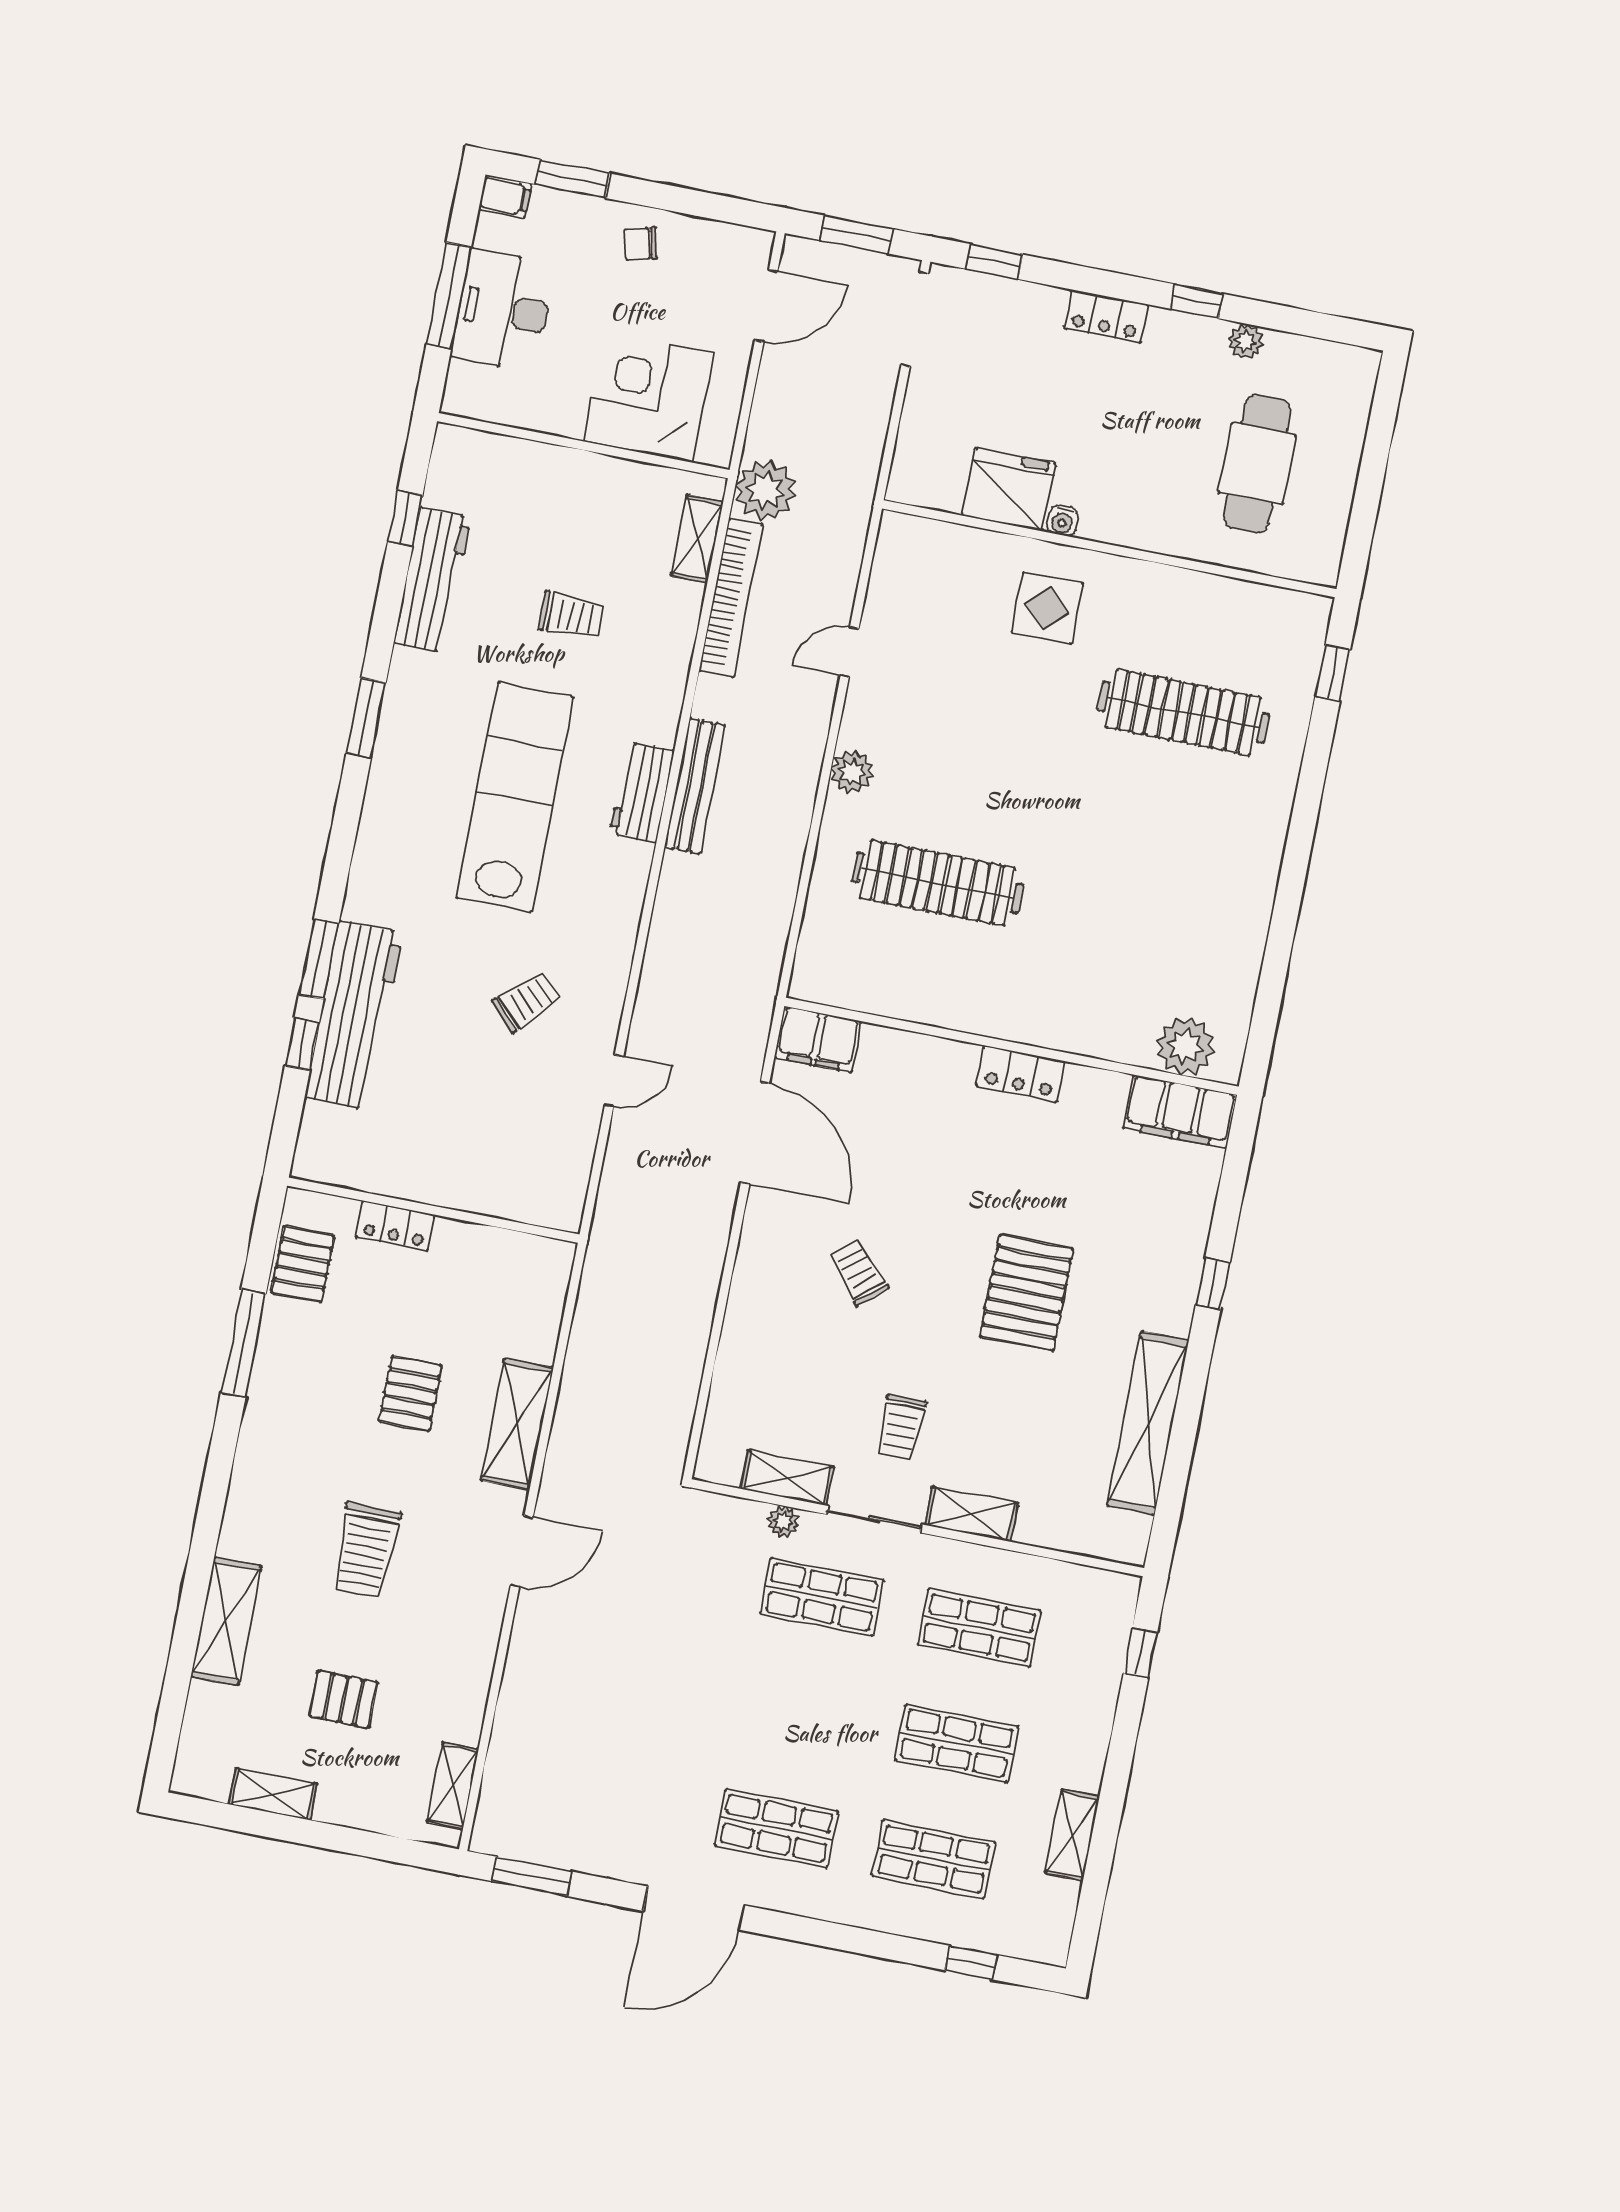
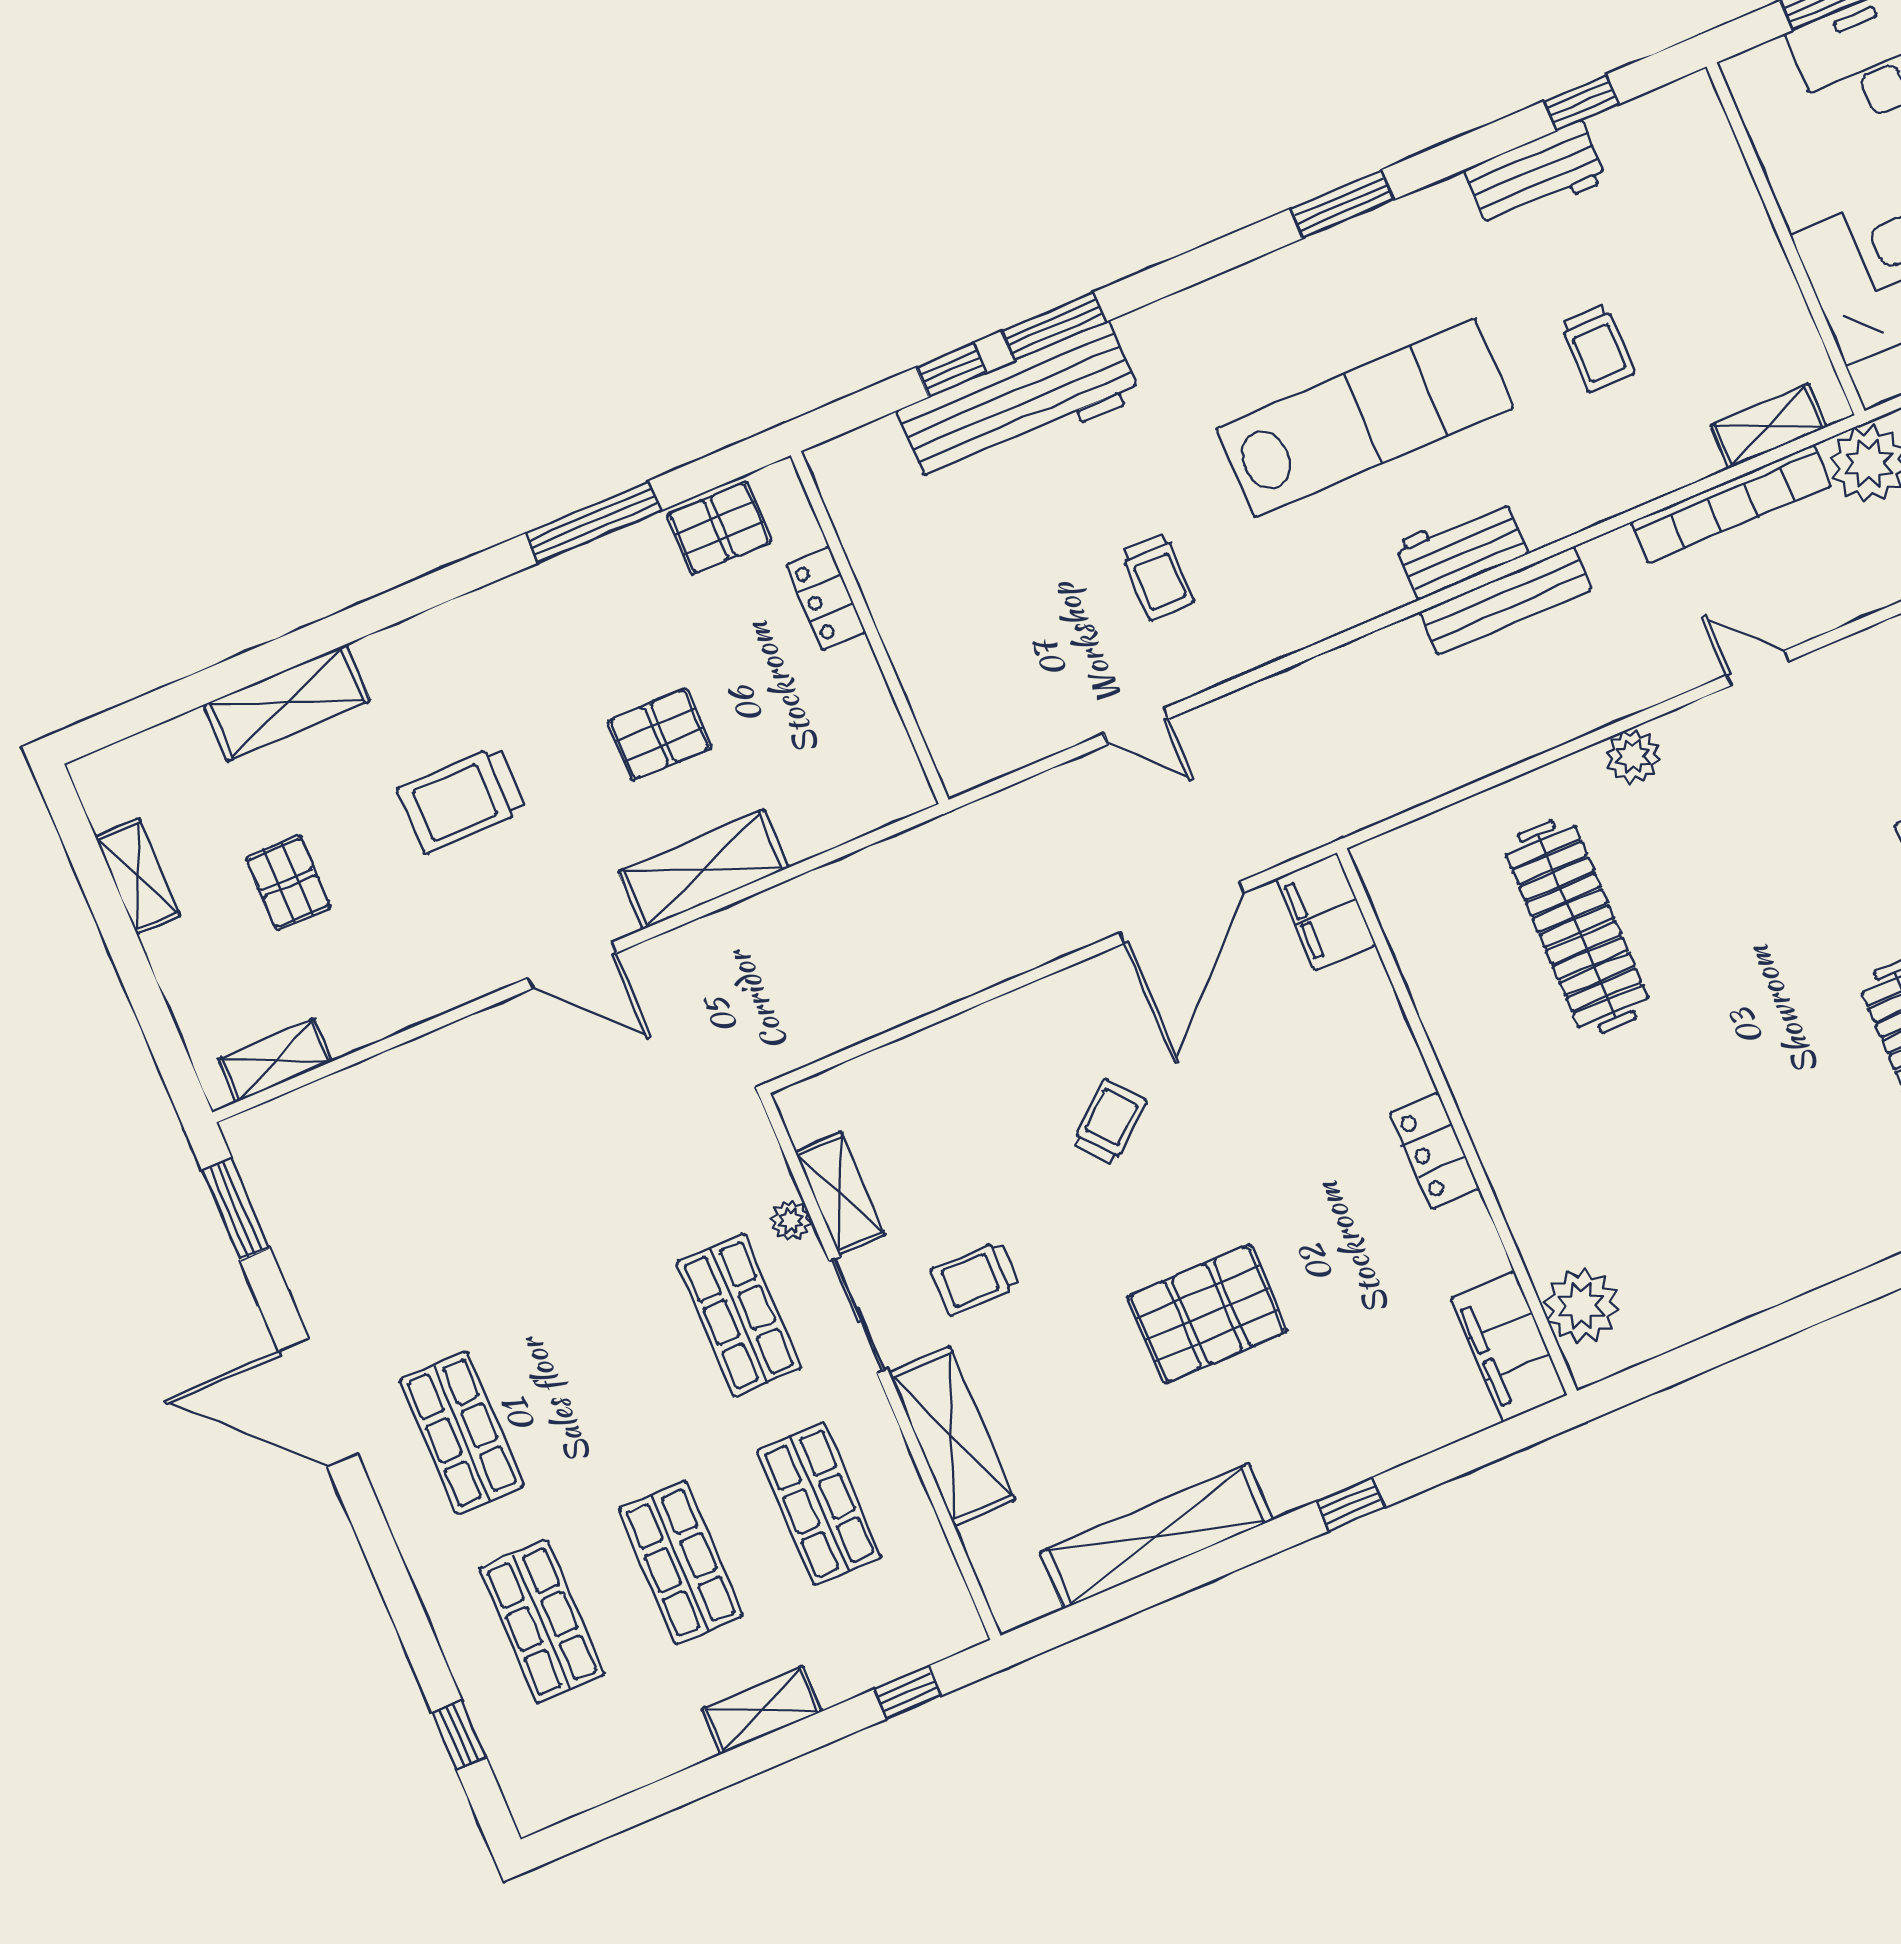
workbench: (432, 580) -> (1536, 175), width x0.73
trolley: (527, 1001) -> (1158, 577), turned 44
shelving: (971, 1514) -> (952, 1436), width x1.50, depth x1.33
shelving: (1072, 1835) -> (762, 1710), moved

